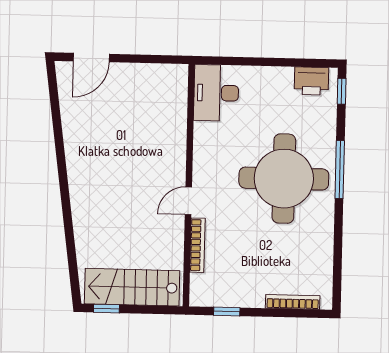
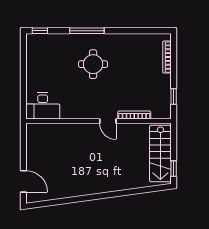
printer: (311, 81) -> (34, 49), removed
round table: (284, 179) -> (93, 64), width x0.54, depth x0.54

